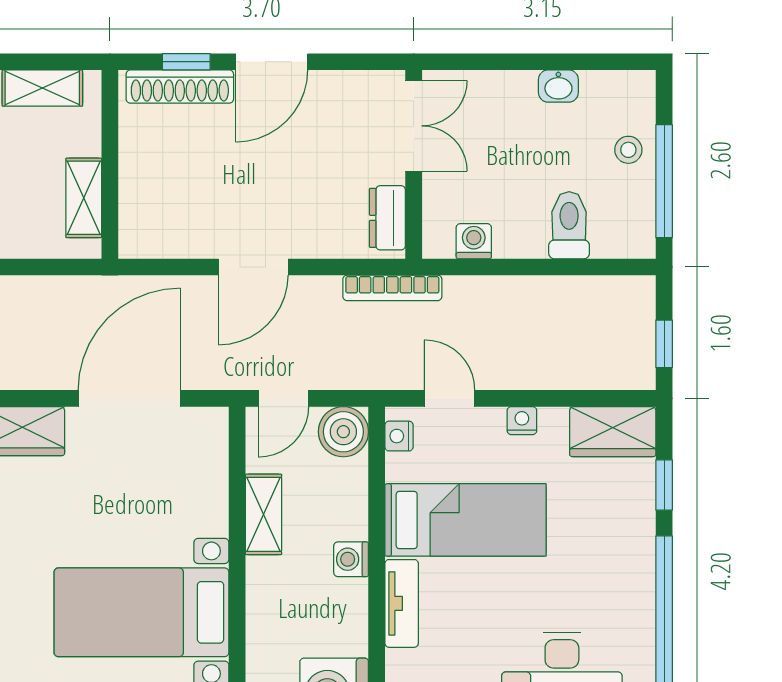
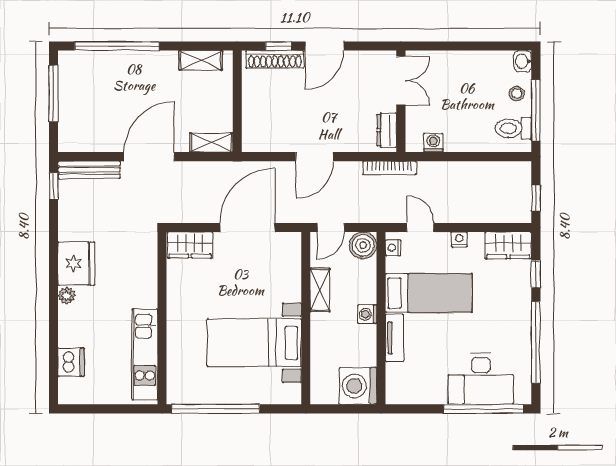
washbasin: (558, 86) -> (523, 61), moved, turned 90
shelving: (84, 198) -> (211, 143), moved, turned 90
toilet: (569, 225) -> (513, 128), moved, turned -90

